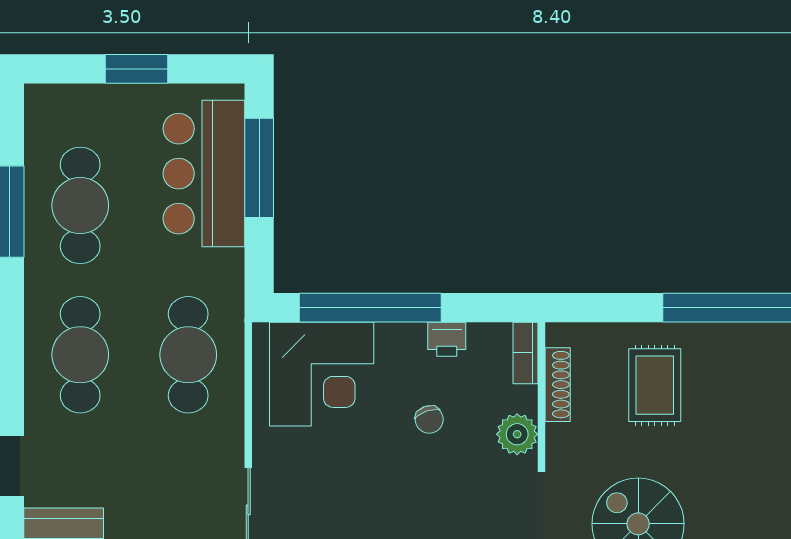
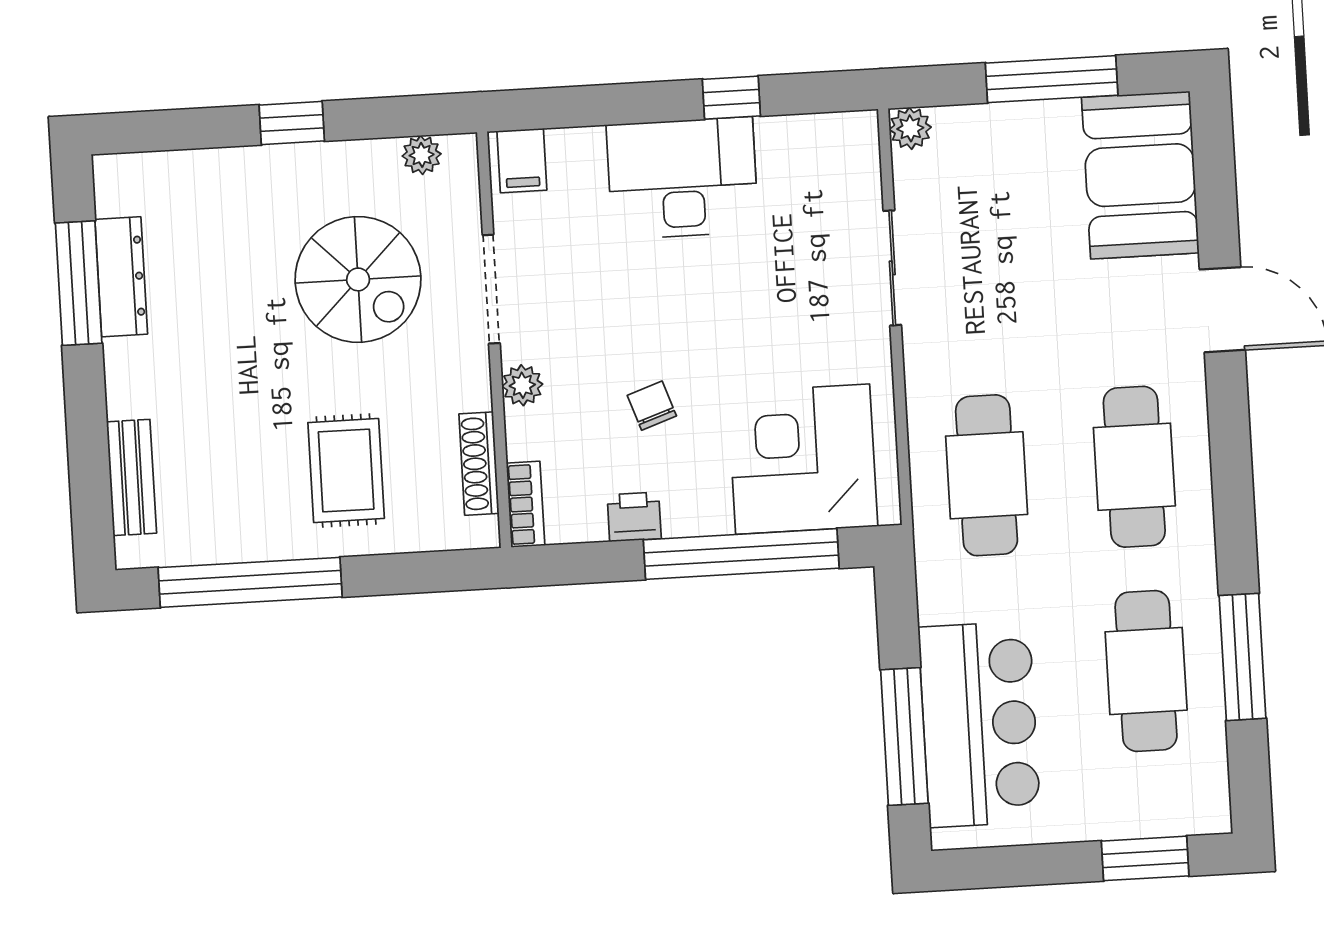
window: (137, 69) -> (1145, 858), moved
plant: (517, 434) -> (522, 385), width x0.73, depth x0.73

